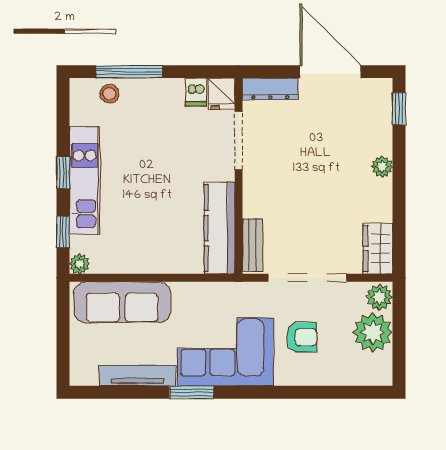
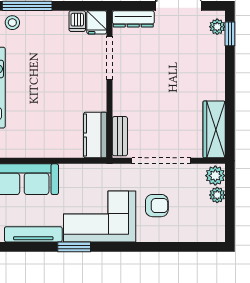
plant: (382, 167) -> (217, 27), moved
kitchen counter: (220, 228) -> (95, 135), width x0.67
wardrobe: (378, 249) -> (214, 129), width x1.50
plant: (373, 332) -> (217, 195), width x0.53, depth x0.53

